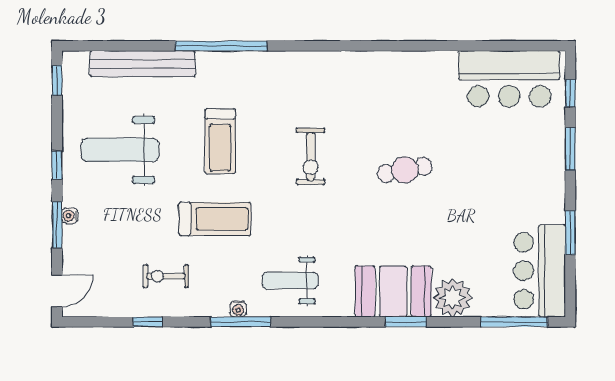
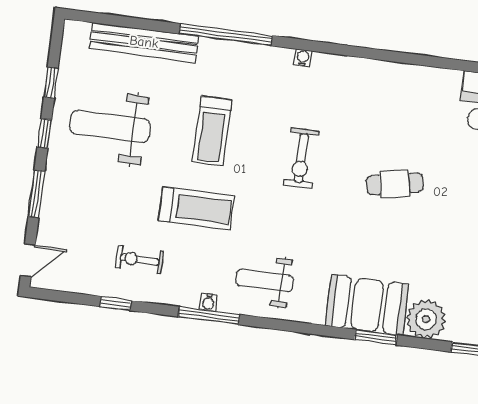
window: (57, 80) -> (51, 83), moved
water cooler: (70, 216) -> (303, 58), moved, turned 90

